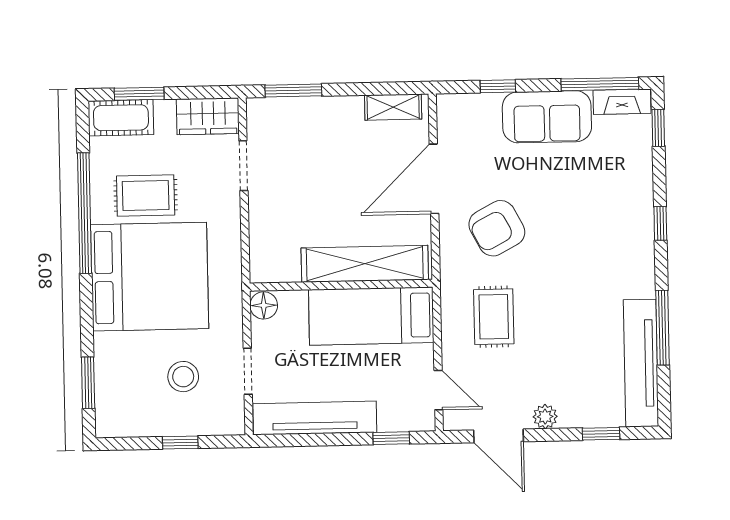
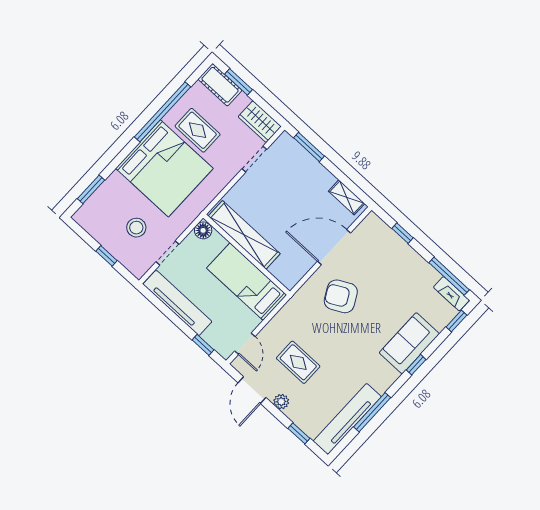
sofa: (547, 117) -> (409, 343), moved, turned 90
shelving: (365, 264) -> (244, 235), moved
rug: (494, 317) -> (298, 362), moved, turned 90

